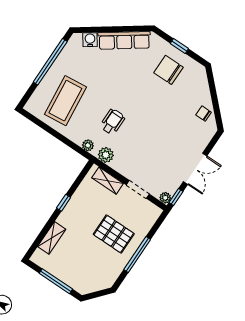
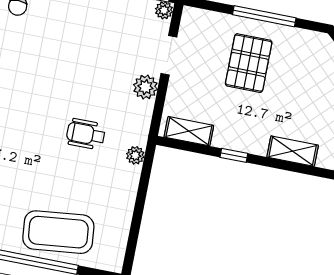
coffee table: (65, 101) -> (58, 232), moved
plant: (106, 155) -> (145, 87), moved
shelving: (108, 181) -> (189, 131), moved, turned 90

